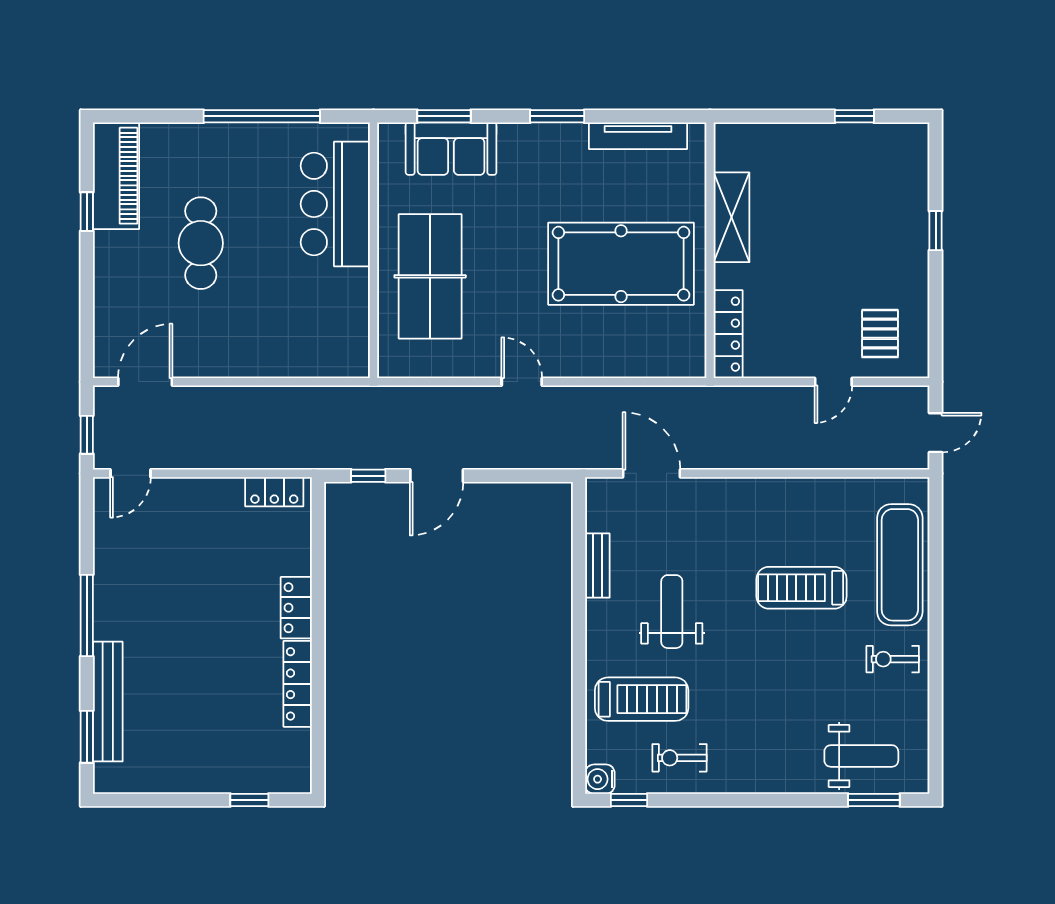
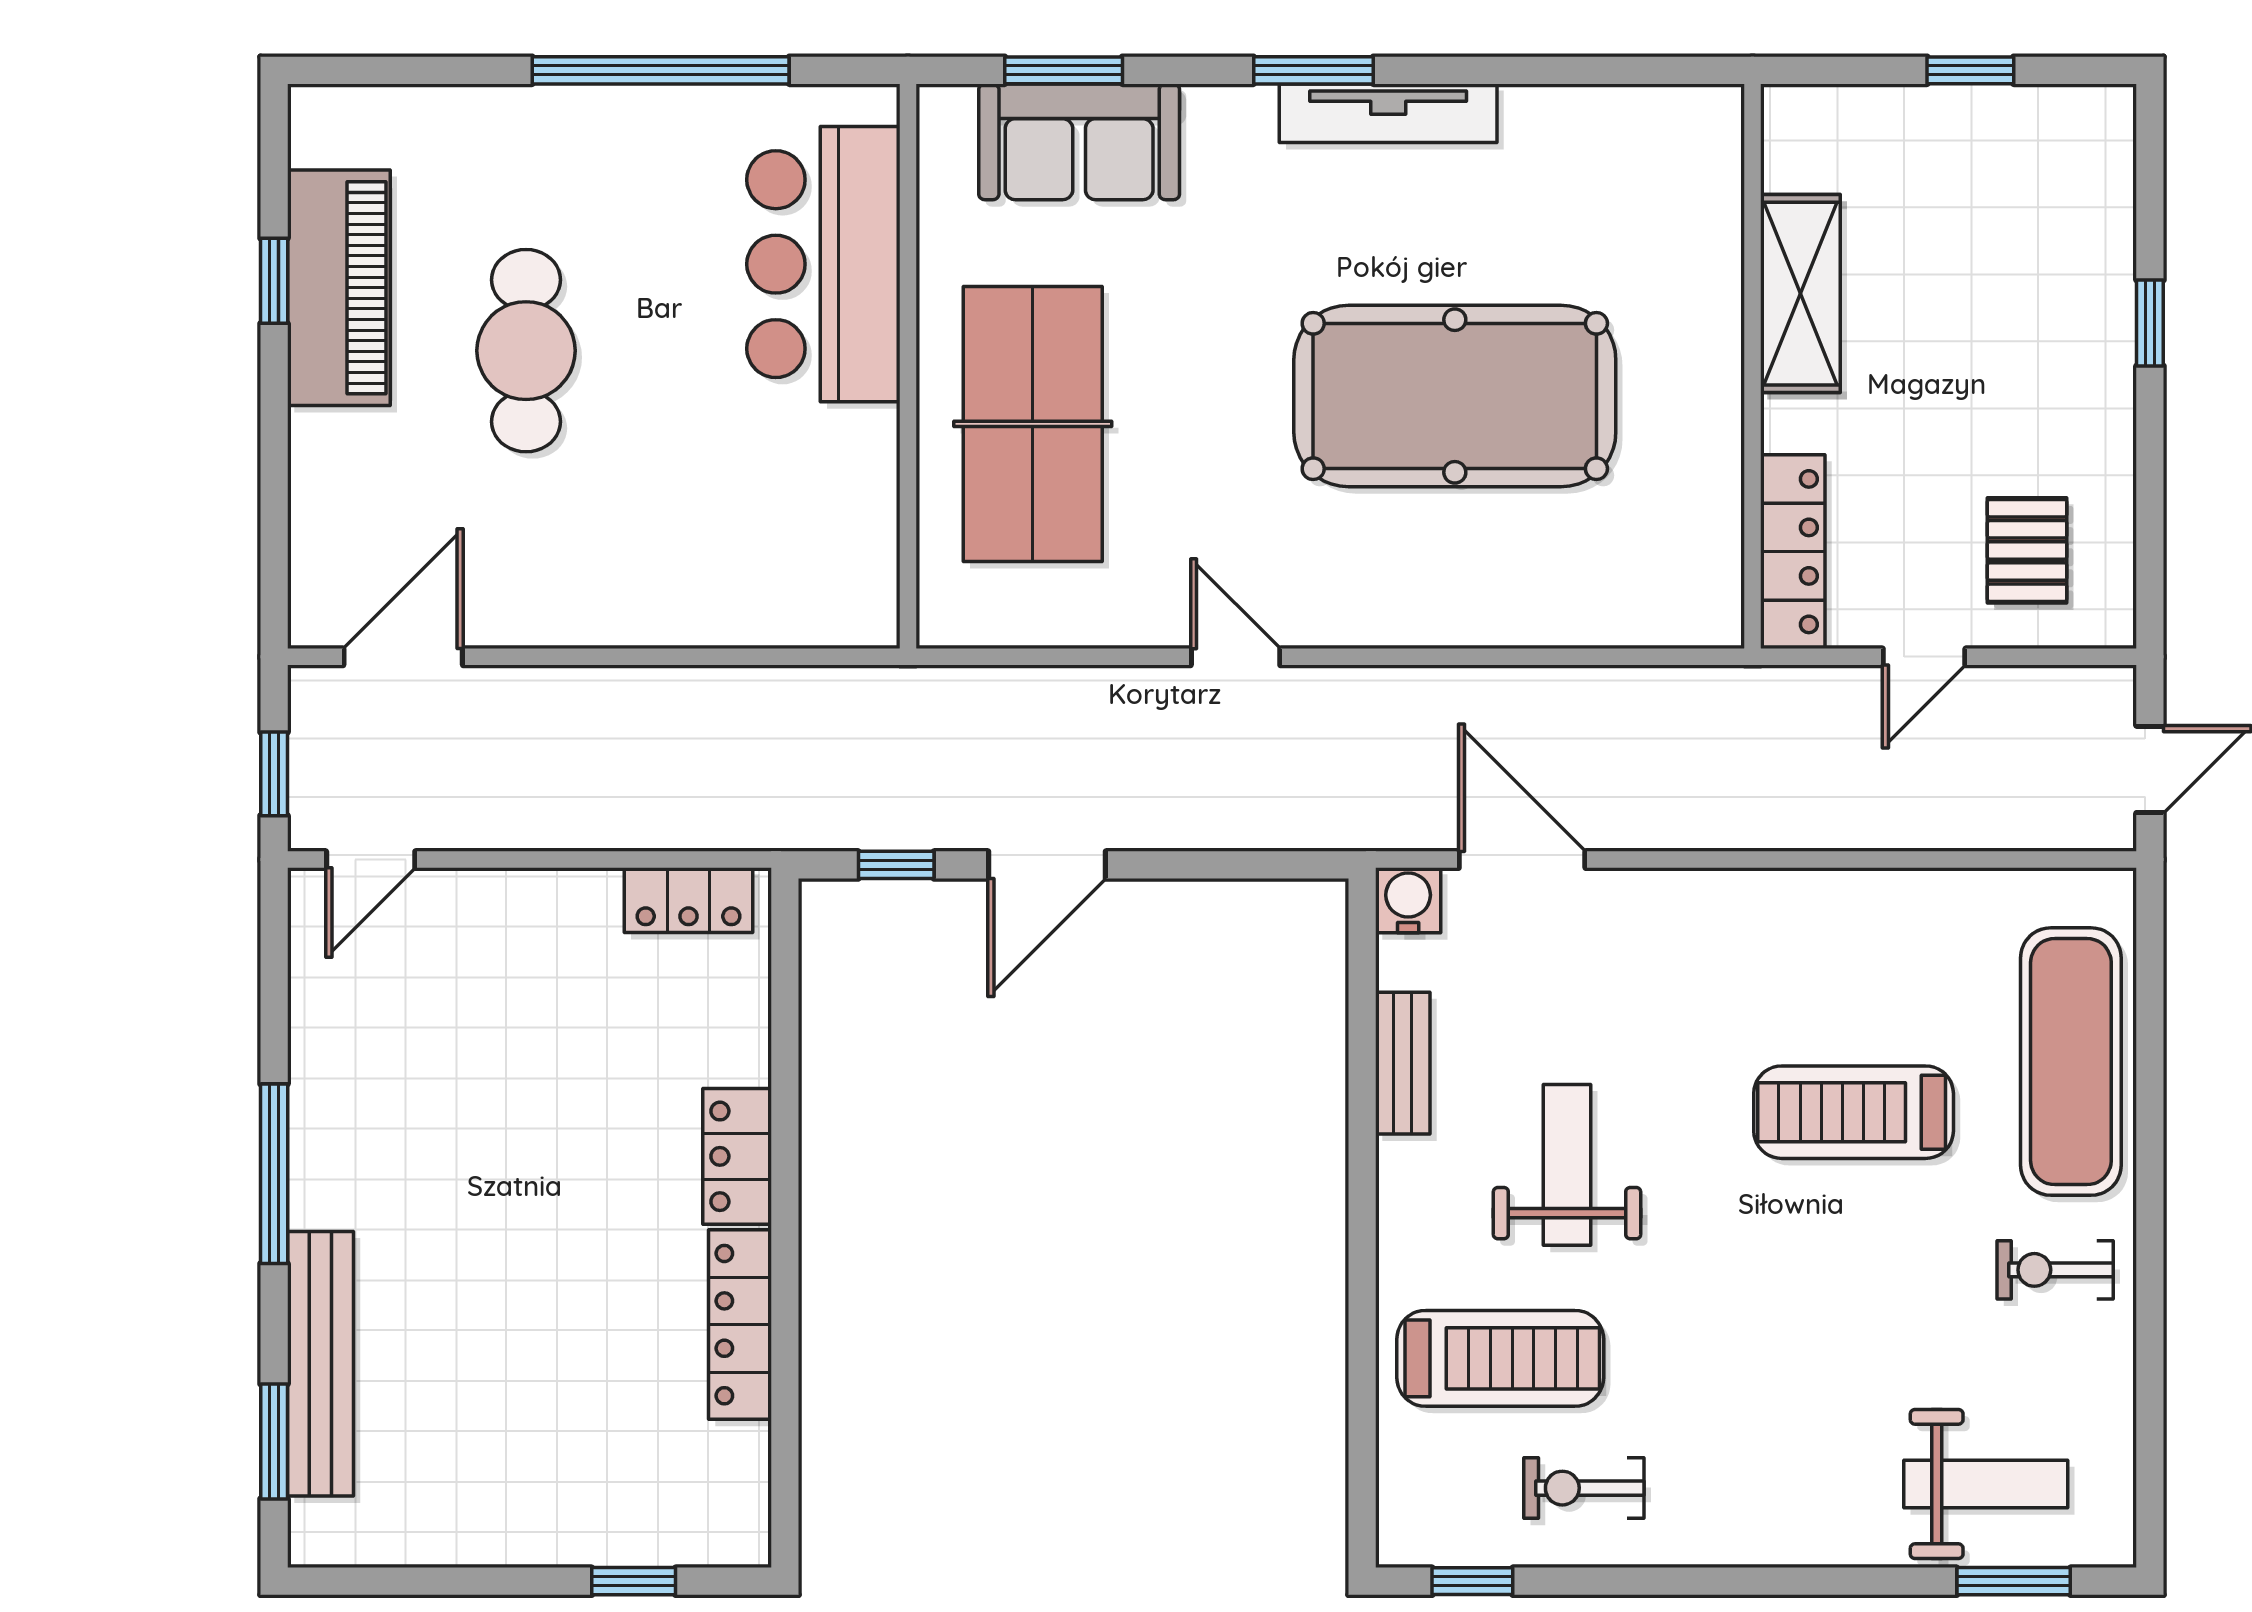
tv unit: (638, 136) -> (1388, 113), moved
piano: (116, 176) -> (339, 288), moved
shelving: (732, 217) -> (1800, 294), moved
wall: (710, 250) -> (1753, 366), moved
locker: (728, 334) -> (1793, 552), moved
water cooler: (600, 779) -> (1408, 900), moved, turned 90

